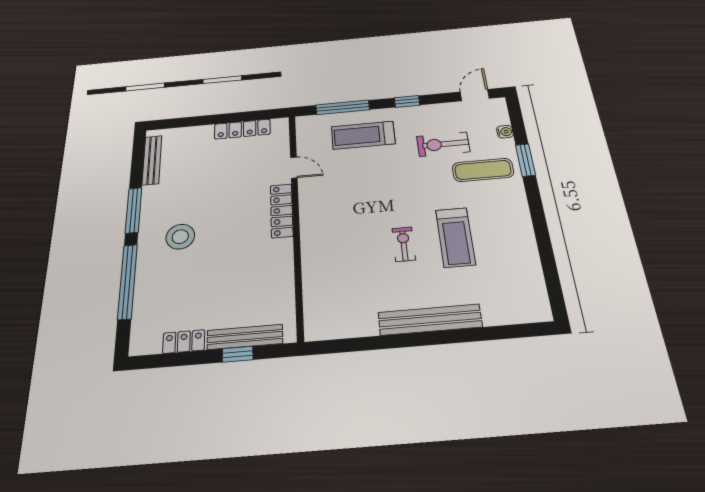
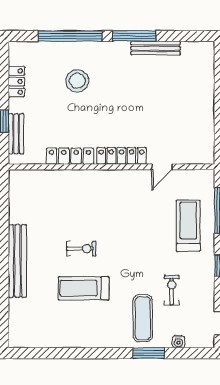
locker: (242, 129) -> (70, 156), moved, turned 90
exercise bike: (443, 144) -> (172, 290), width x0.73, depth x0.72
bench: (152, 160) -> (156, 48), moved
stool: (180, 237) -> (77, 81), moved
bench: (245, 337) -> (16, 134), width x0.73

